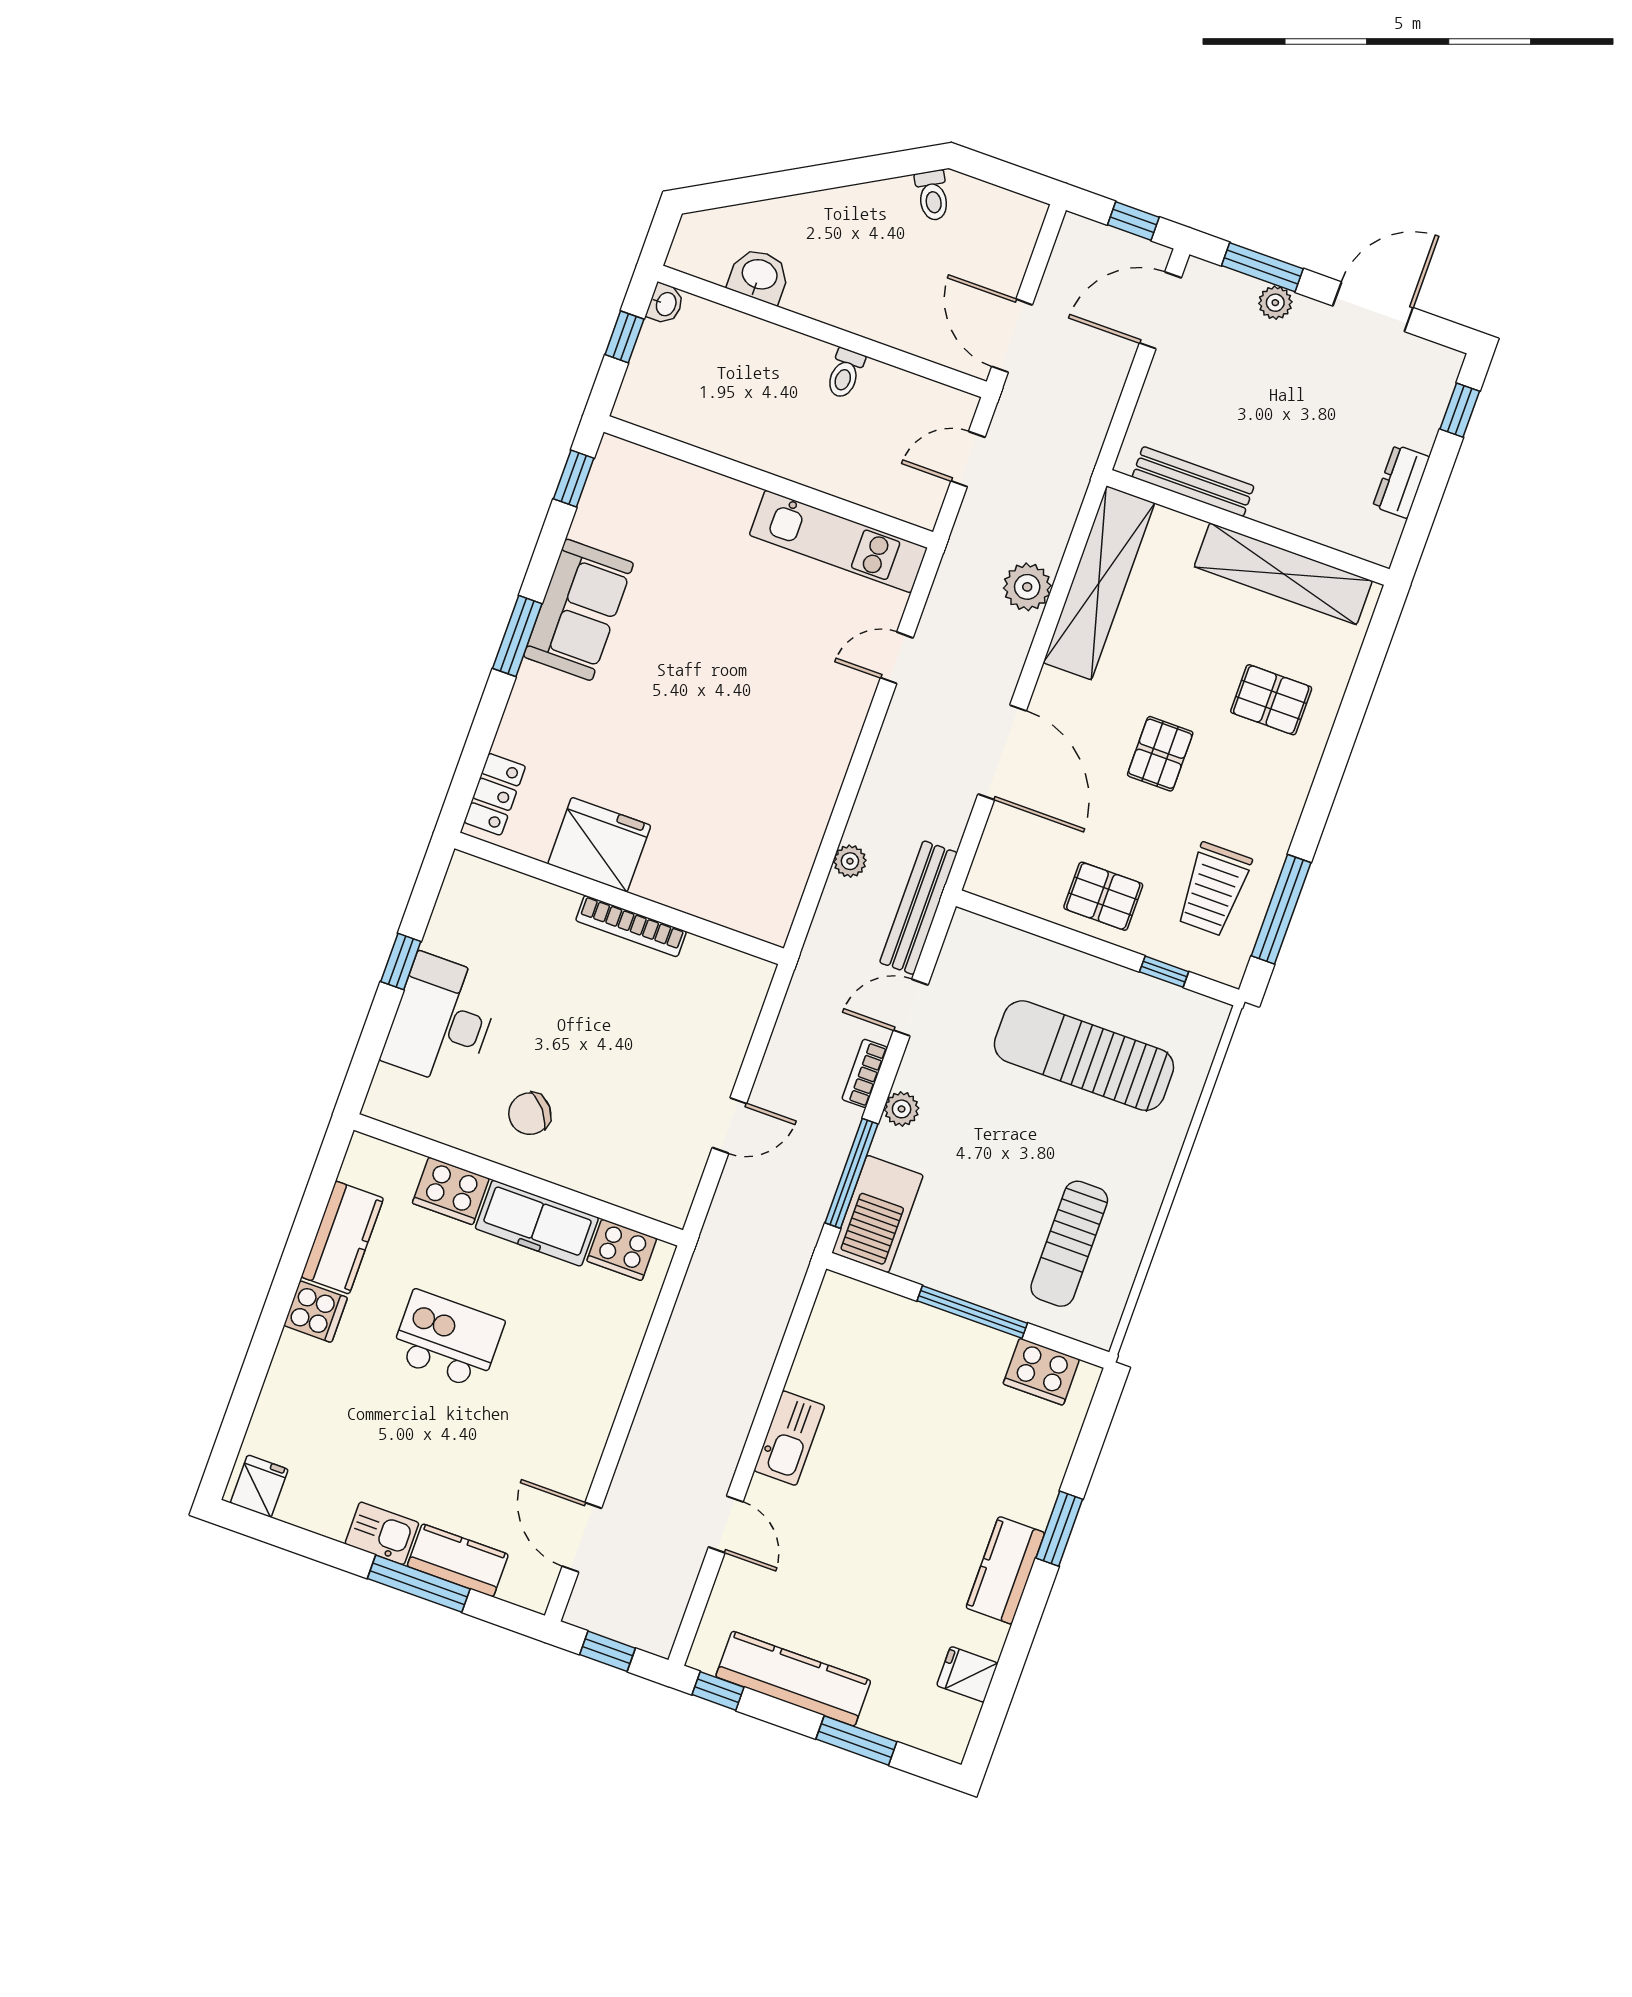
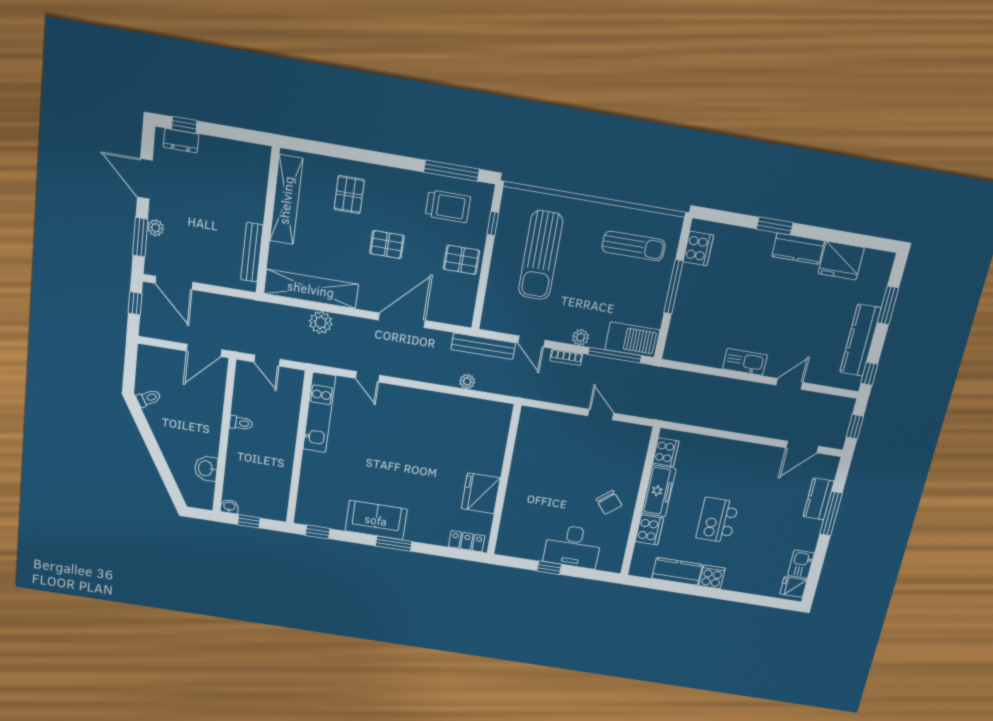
dresser: (1401, 482) -> (181, 141), moved
pallet: (1103, 896) -> (461, 260), turned 90
bookcase: (631, 926) -> (516, 473), removed
kitchen sink: (382, 1533) -> (801, 564), moved
fridge: (967, 1674) -> (841, 261), width x1.88, depth x1.34

